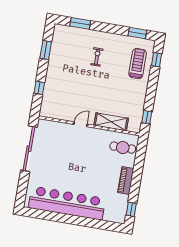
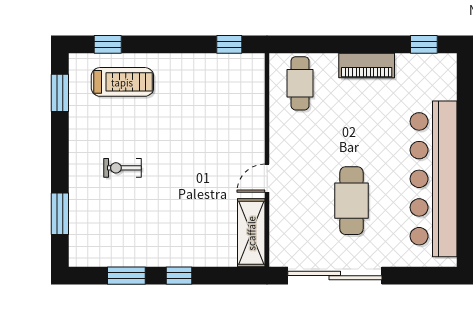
treadmill: (138, 64) -> (122, 82), turned 180
window: (39, 88) -> (179, 276), moved
shelving: (111, 122) -> (251, 233), moved
door: (80, 124) -> (267, 178), hinge flipped
cafe table: (63, 162) -> (352, 201), added

